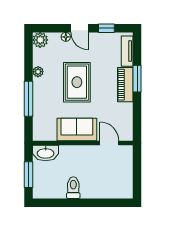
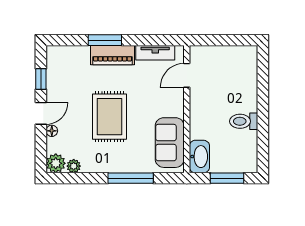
tv unit: (127, 51) -> (155, 53), moved
plant: (38, 72) -> (74, 166), moved
rug: (77, 82) -> (109, 117), turned 90
sofa: (77, 130) -> (170, 143), moved

